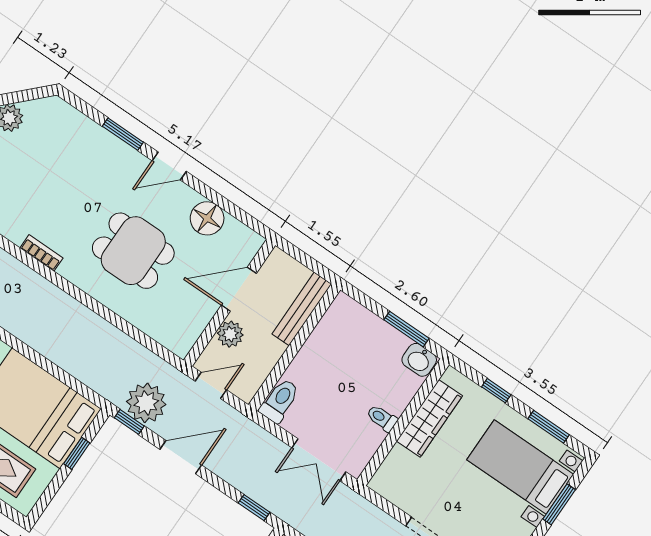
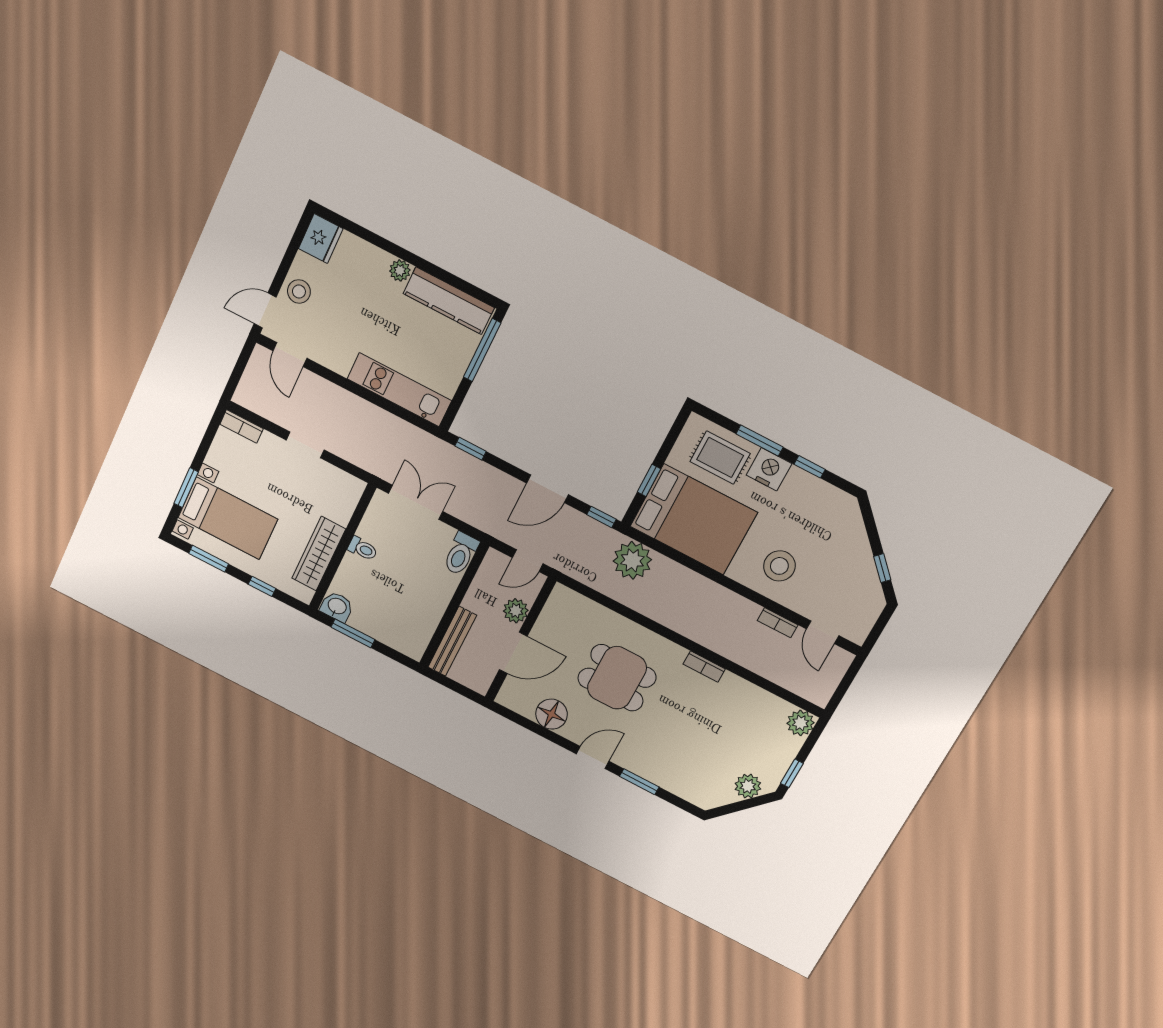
plant: (146, 403) -> (632, 560), moved

